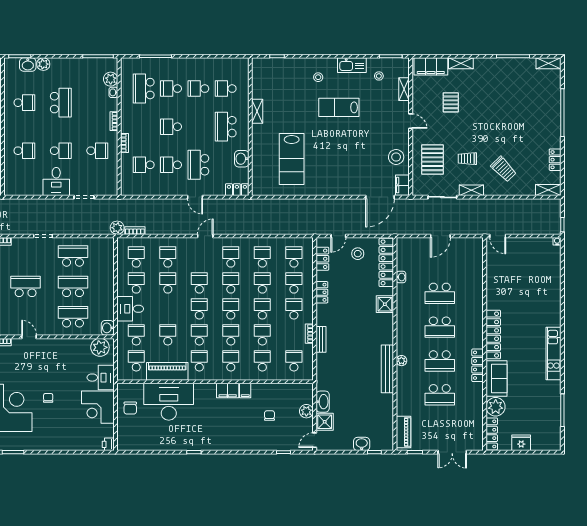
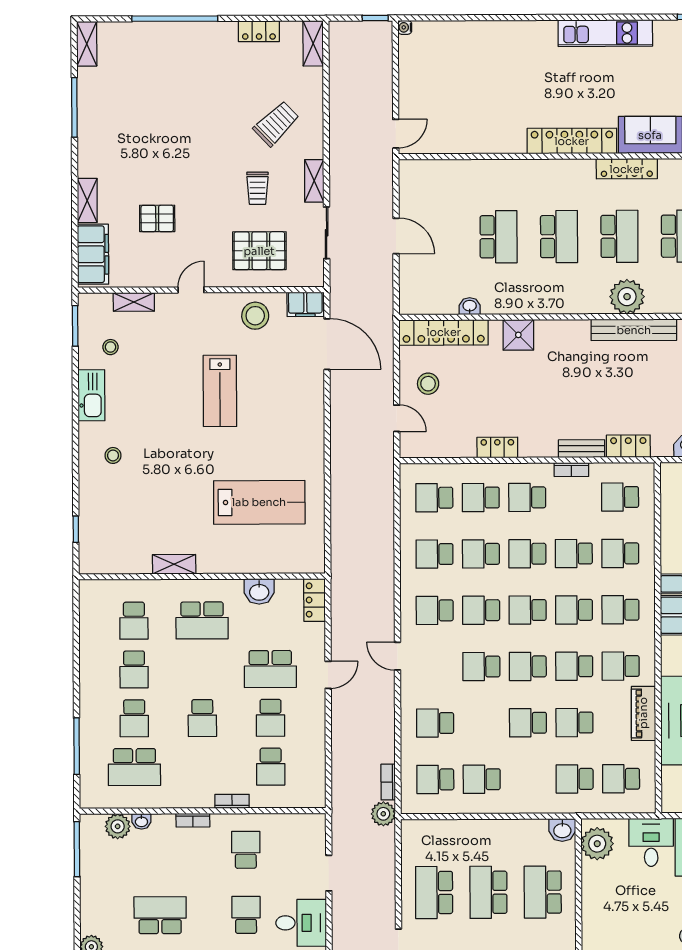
lab bench: (339, 107) -> (220, 391), moved
locker: (322, 259) -> (628, 446), moved
school desk: (168, 283) -> (528, 723), moved
desk: (130, 309) -> (528, 790), removed
plant: (401, 361) -> (627, 297), width x1.87, depth x1.87
piano: (167, 371) -> (643, 713), width x0.73, depth x0.75

